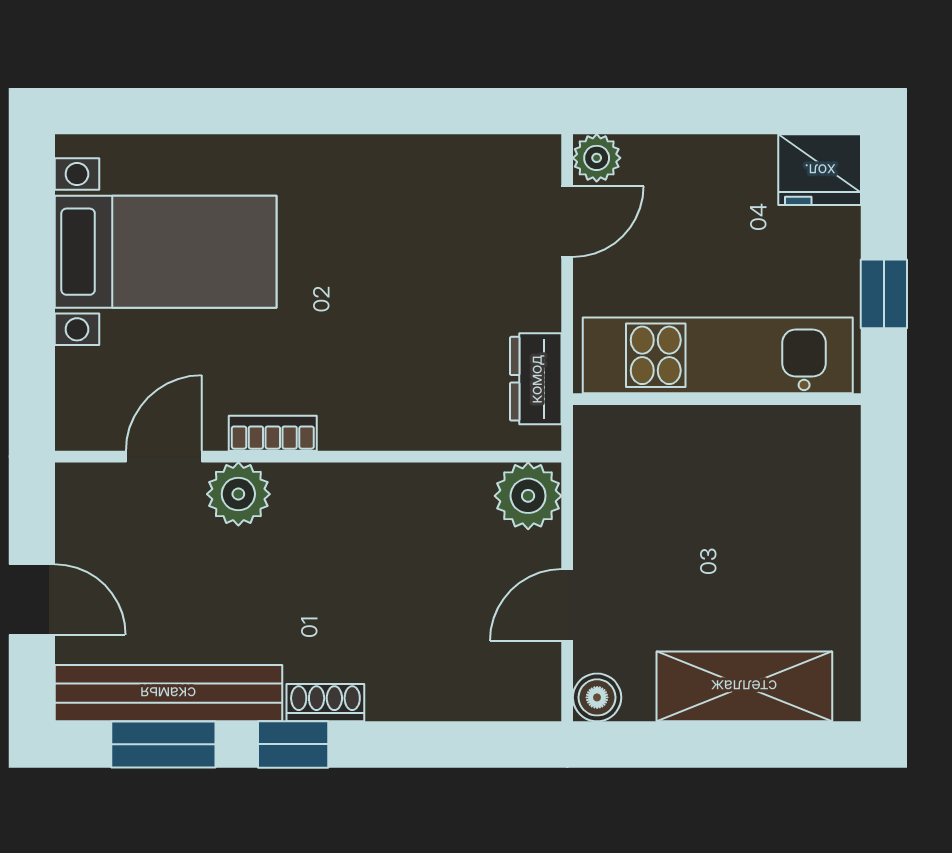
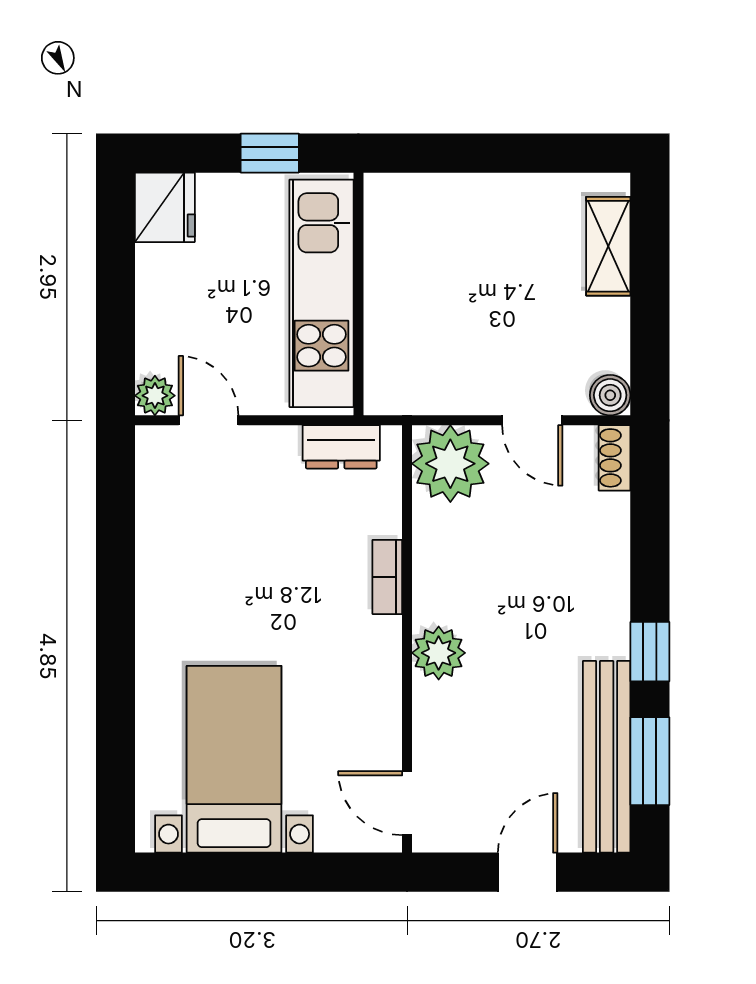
bookcase: (273, 433) -> (387, 577), moved
door: (164, 457) -> (407, 803), moved
plant: (238, 494) -> (439, 653), moved
plant: (528, 496) -> (450, 464), width x1.36, depth x1.36
shelving: (744, 686) -> (608, 246), width x0.67, depth x0.75
shoe rack: (325, 703) -> (615, 458), moved

